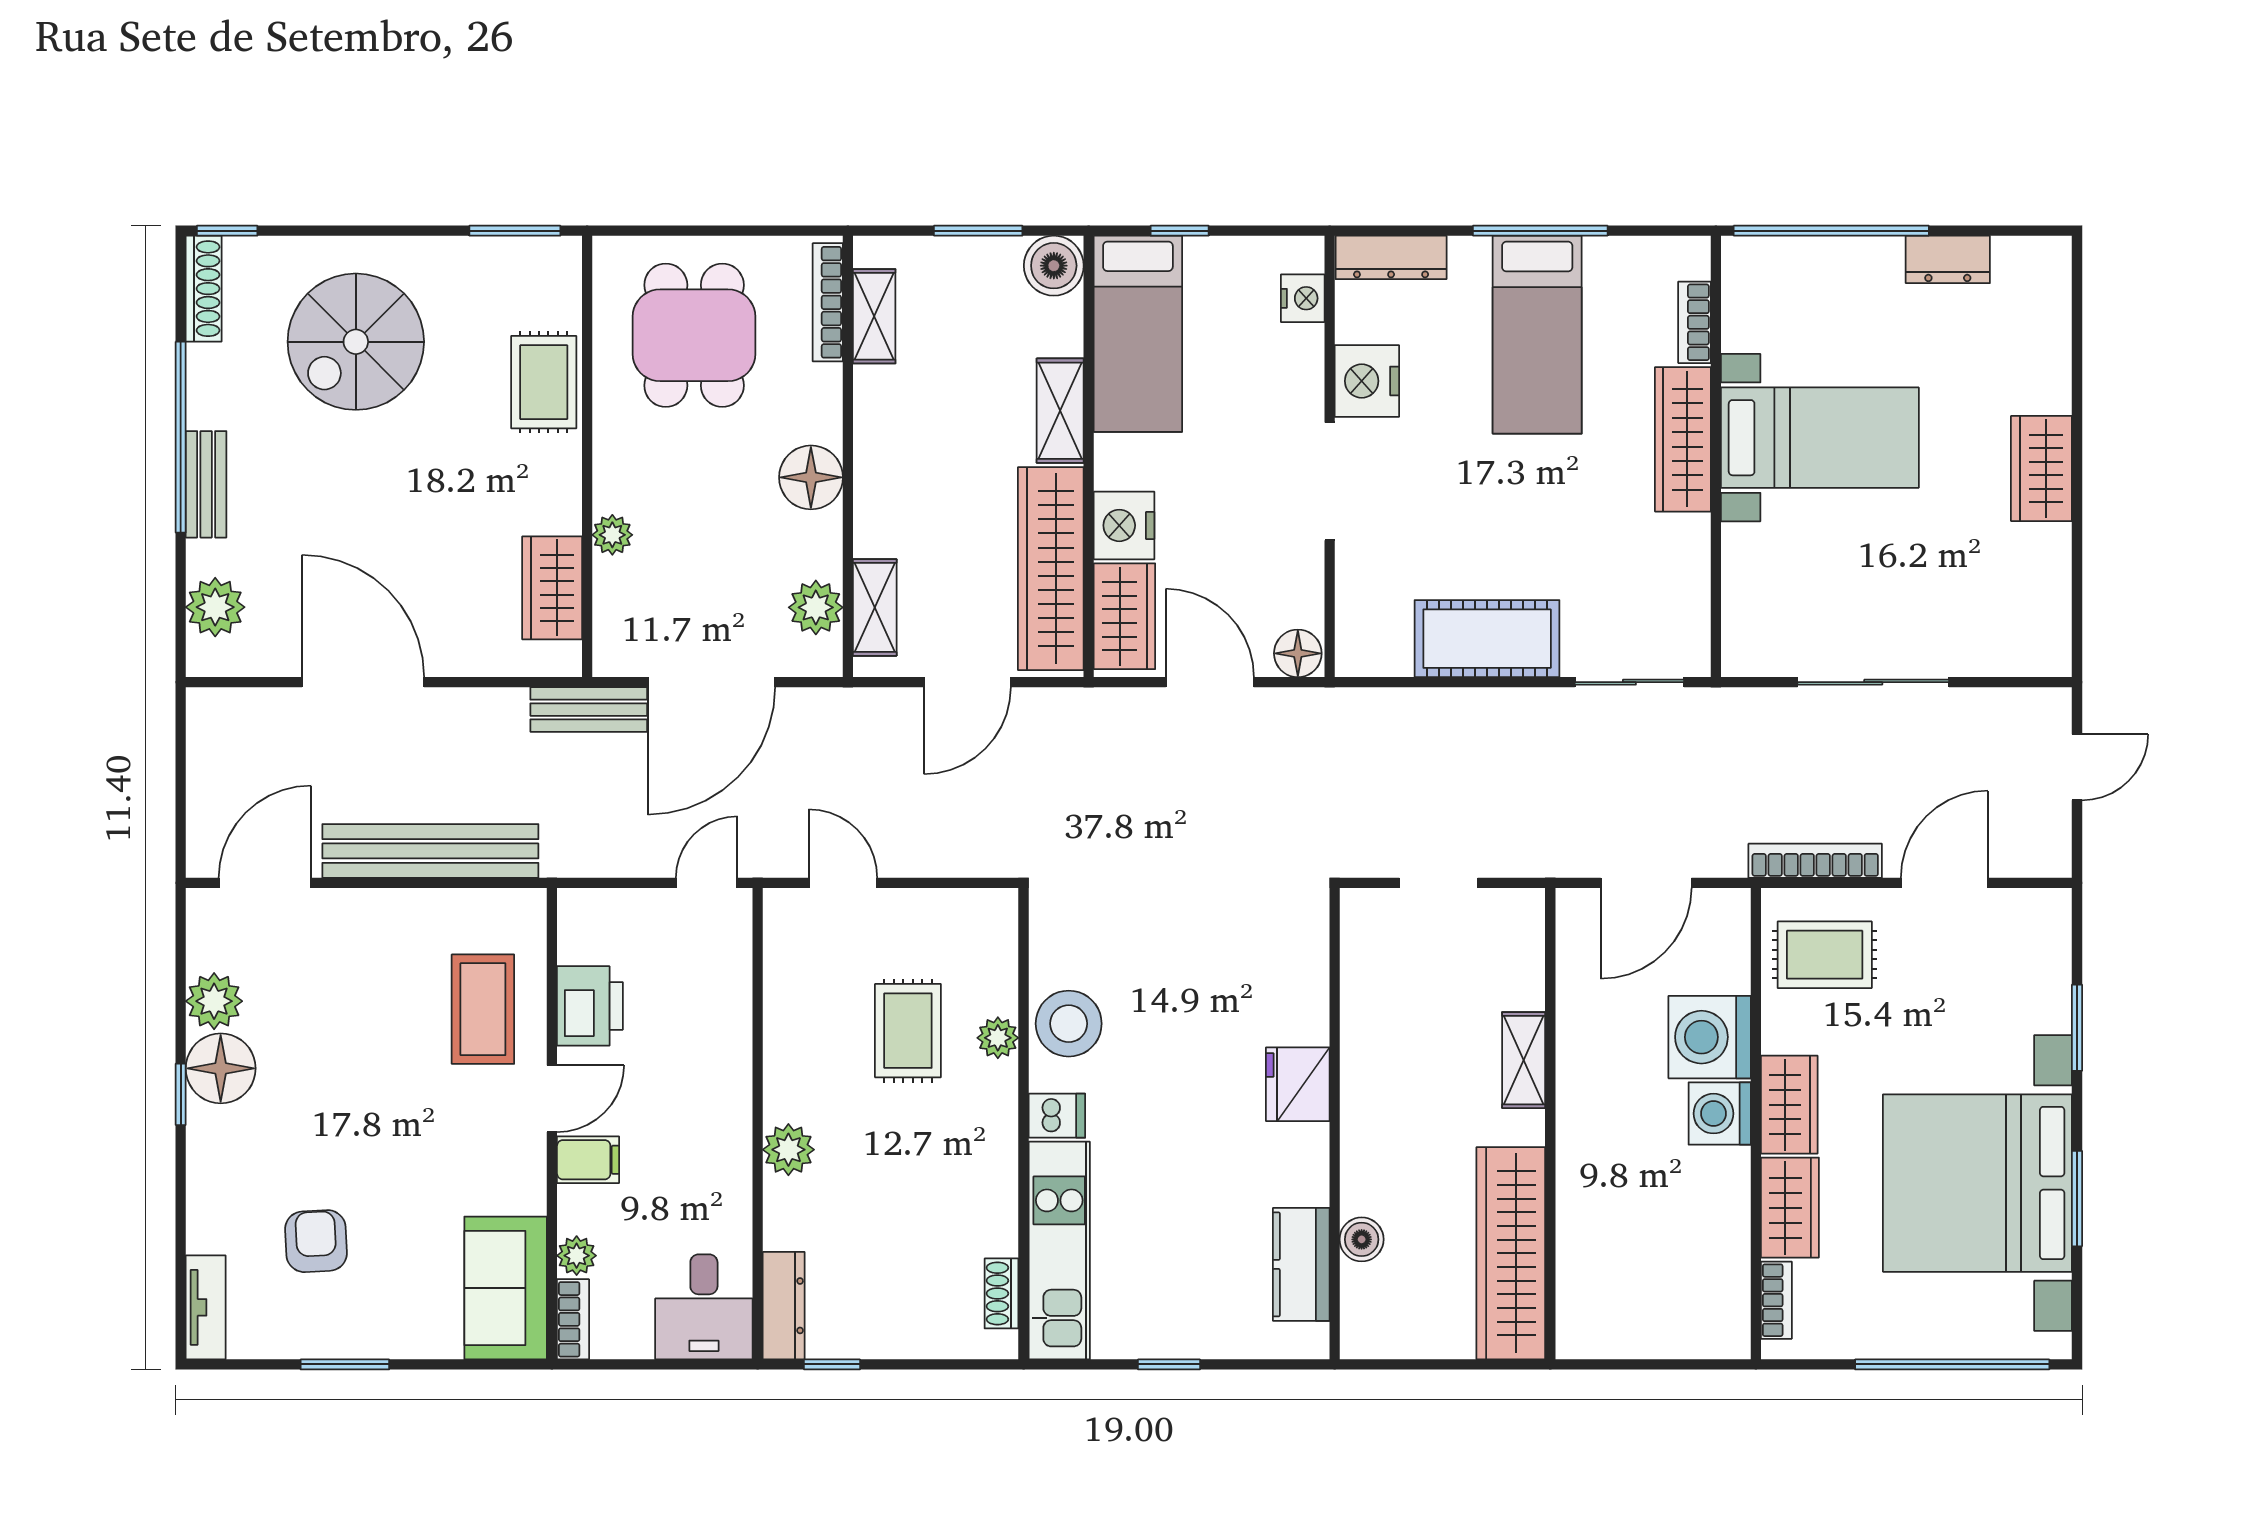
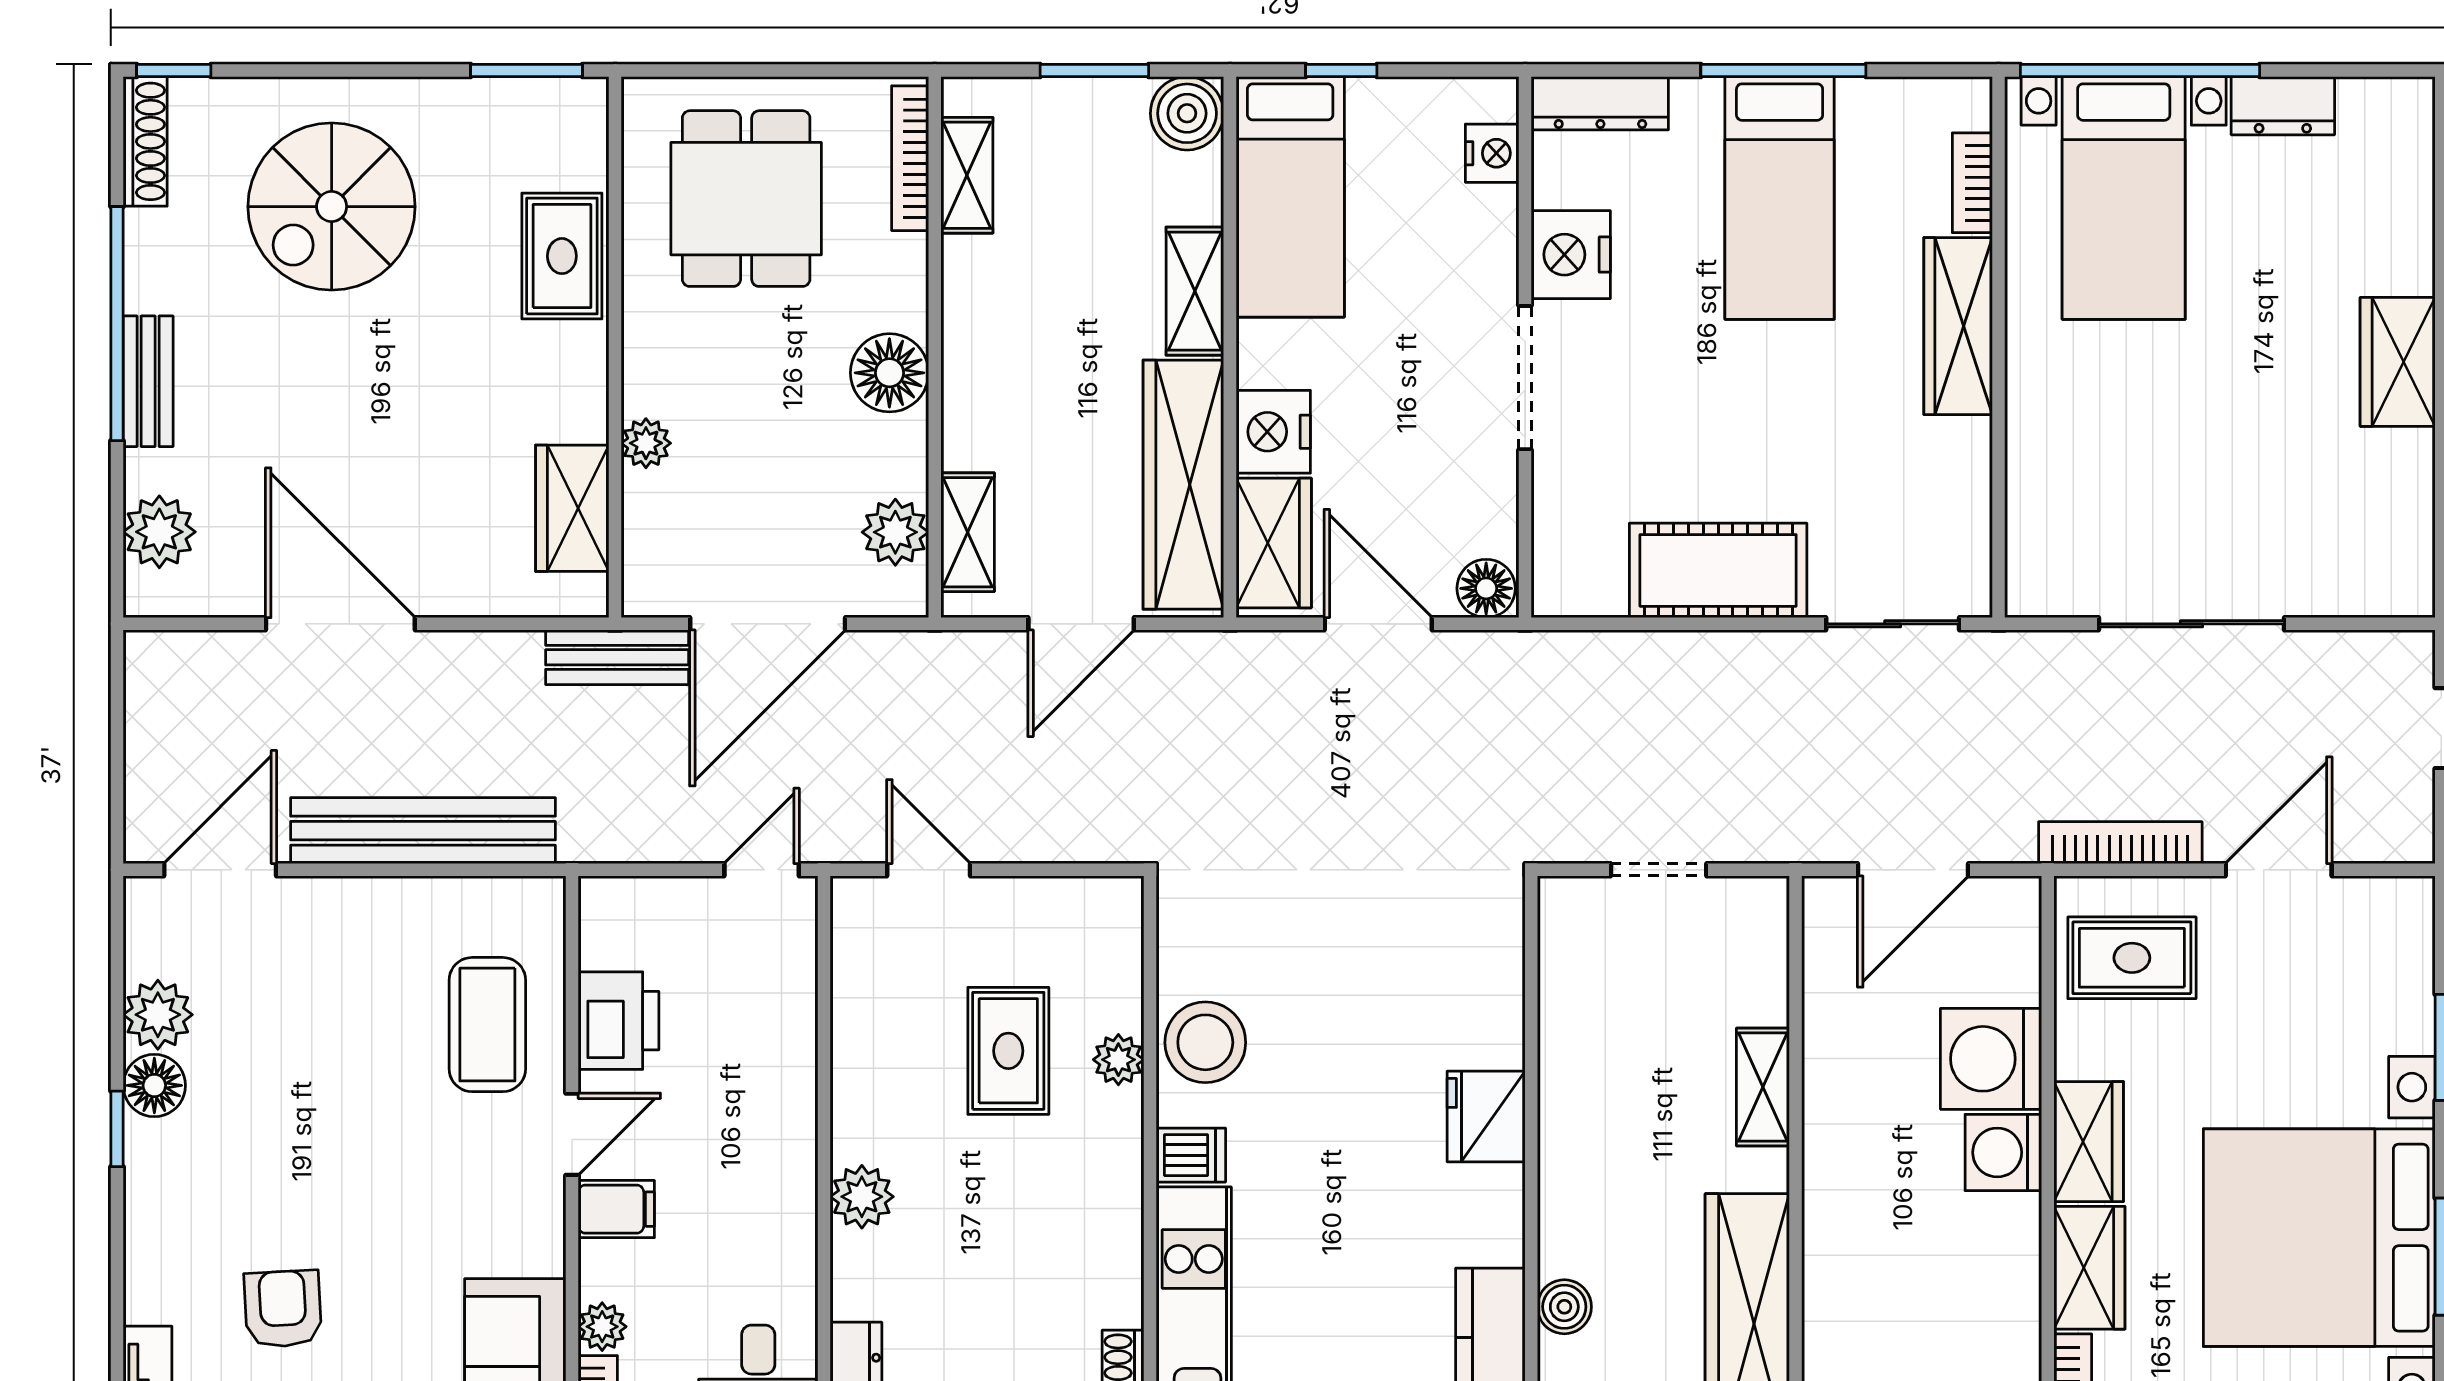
bed with nightstands: (1820, 438) -> (2124, 198), moved, turned 90
floor lamp: (221, 1068) -> (154, 1085), width x0.73, depth x0.73

